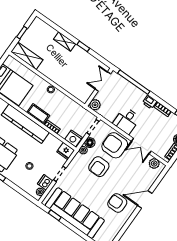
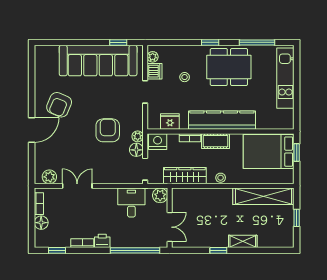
shelving: (27, 56) -> (263, 196), width x1.47
wardrobe: (72, 106) -> (185, 176), added
desk: (127, 121) -> (131, 203), moved
armchair: (115, 145) -> (107, 166), removed
fridge: (66, 151) -> (170, 122), moved
armchair: (117, 203) -> (59, 105), turned 113

